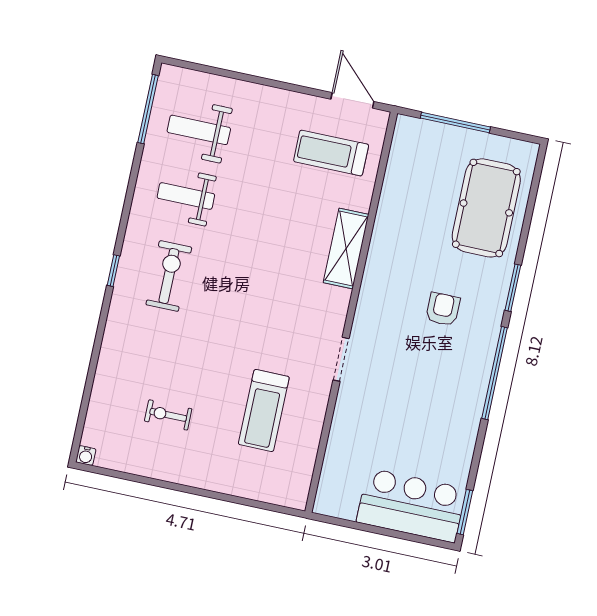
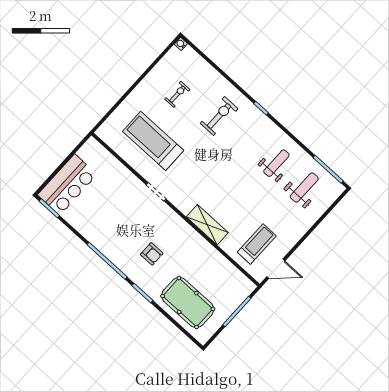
exercise bike: (169, 276) -> (219, 116), moved, turned -90
treadmill: (264, 411) -> (153, 141), width x1.37, depth x1.38

